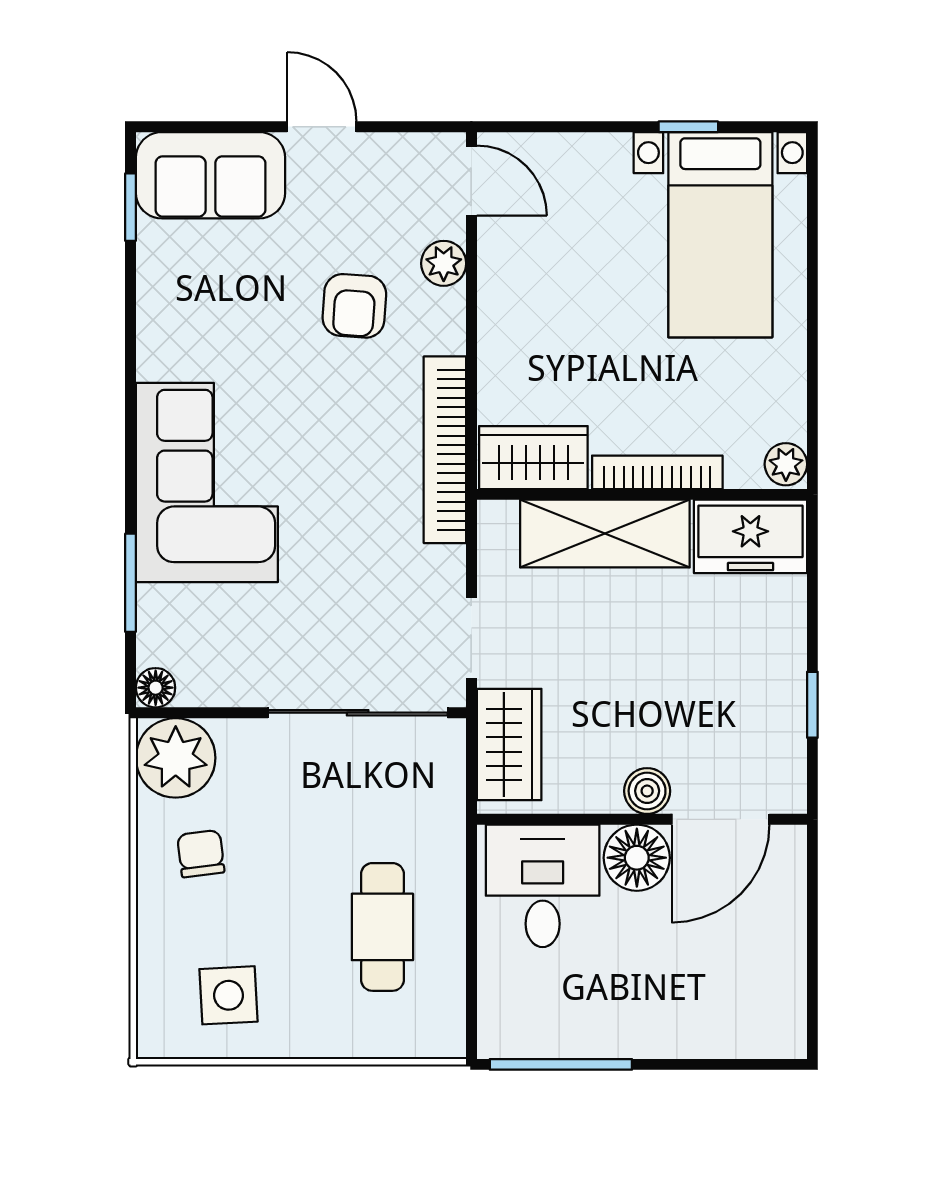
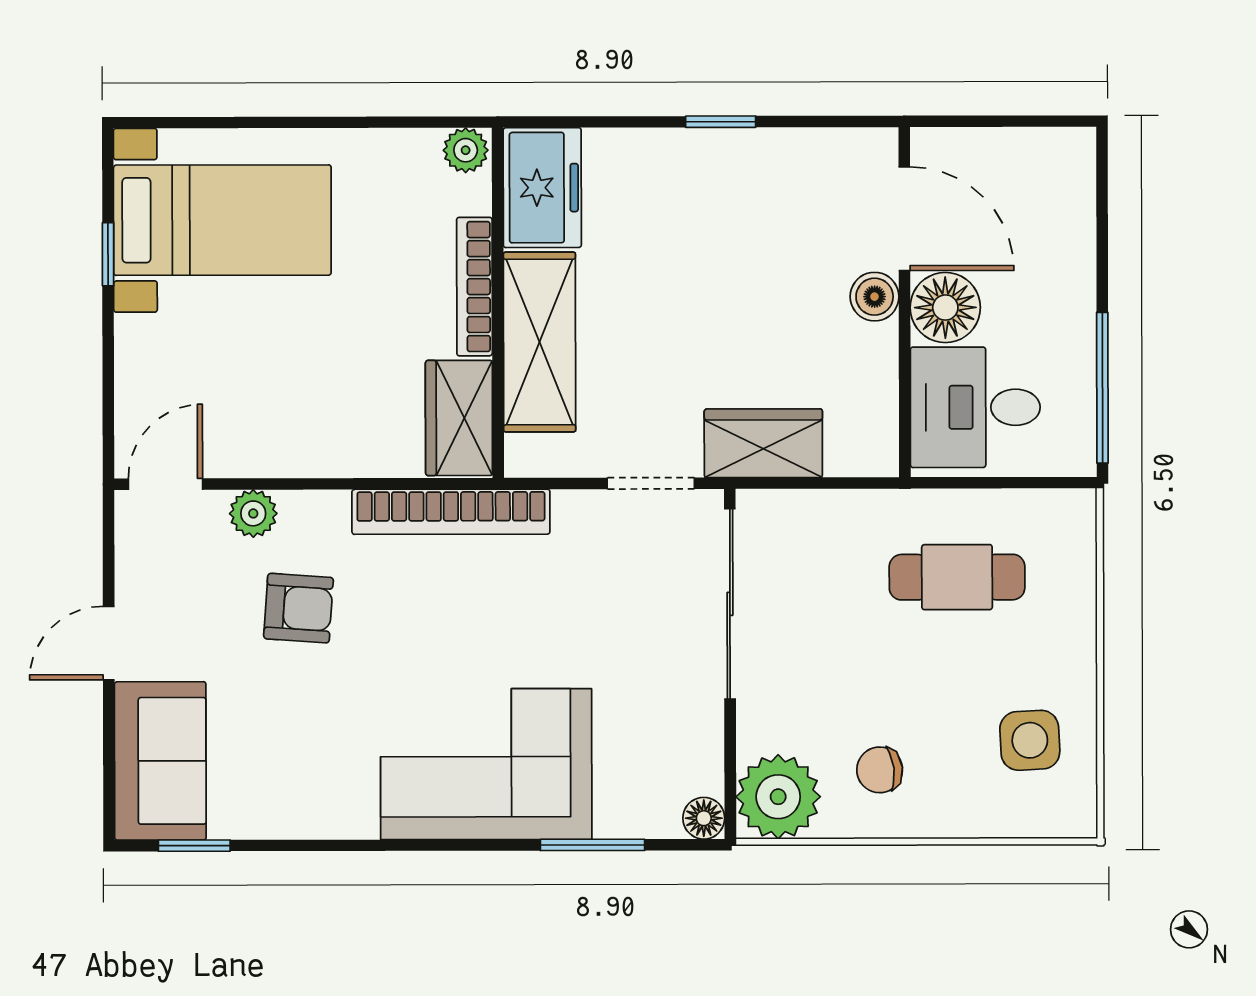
boiler: (647, 791) -> (875, 297), moved
wall: (642, 819) -> (905, 302), moved
door: (721, 819) -> (904, 219), moved
floor lamp: (637, 858) -> (945, 308), moved
desk: (543, 886) -> (975, 407), moved

